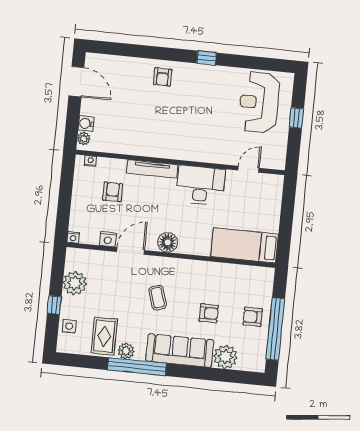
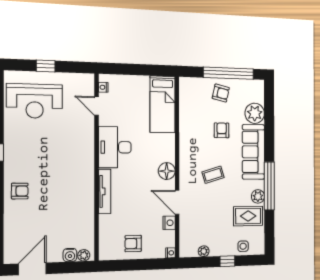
nightstand: (91, 161) -> (103, 87), moved
armchair: (113, 192) -> (133, 244), moved
plant: (75, 283) -> (204, 251), width x0.53, depth x0.53
armchair: (253, 317) -> (221, 93), turned -77

